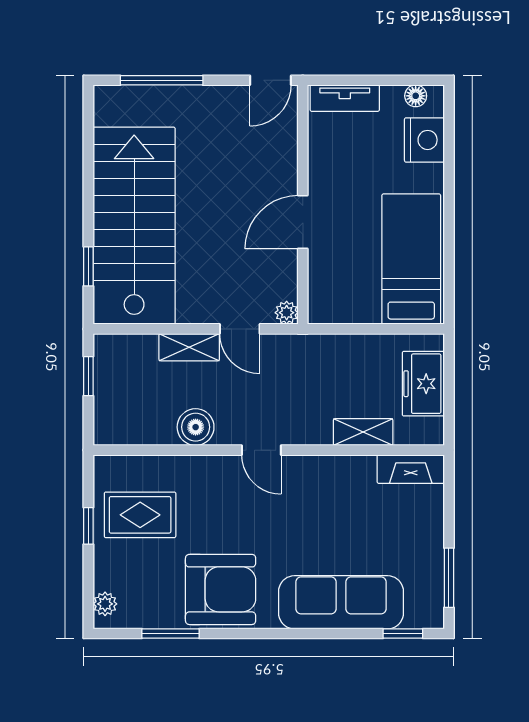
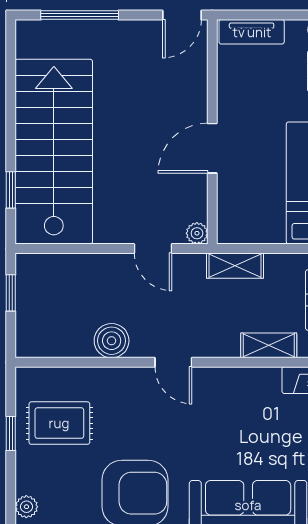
shelving: (189, 347) -> (235, 266), moved

